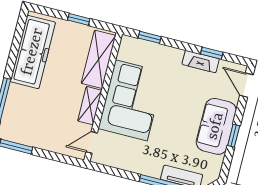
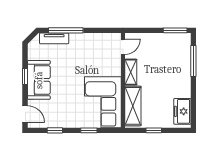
window: (150, 37) -> (89, 130), moved
freezer: (33, 52) -> (182, 111), width x0.52, depth x0.79
fireplace: (201, 62) -> (61, 122), removed
corner sofa: (131, 100) -> (103, 102), moved

